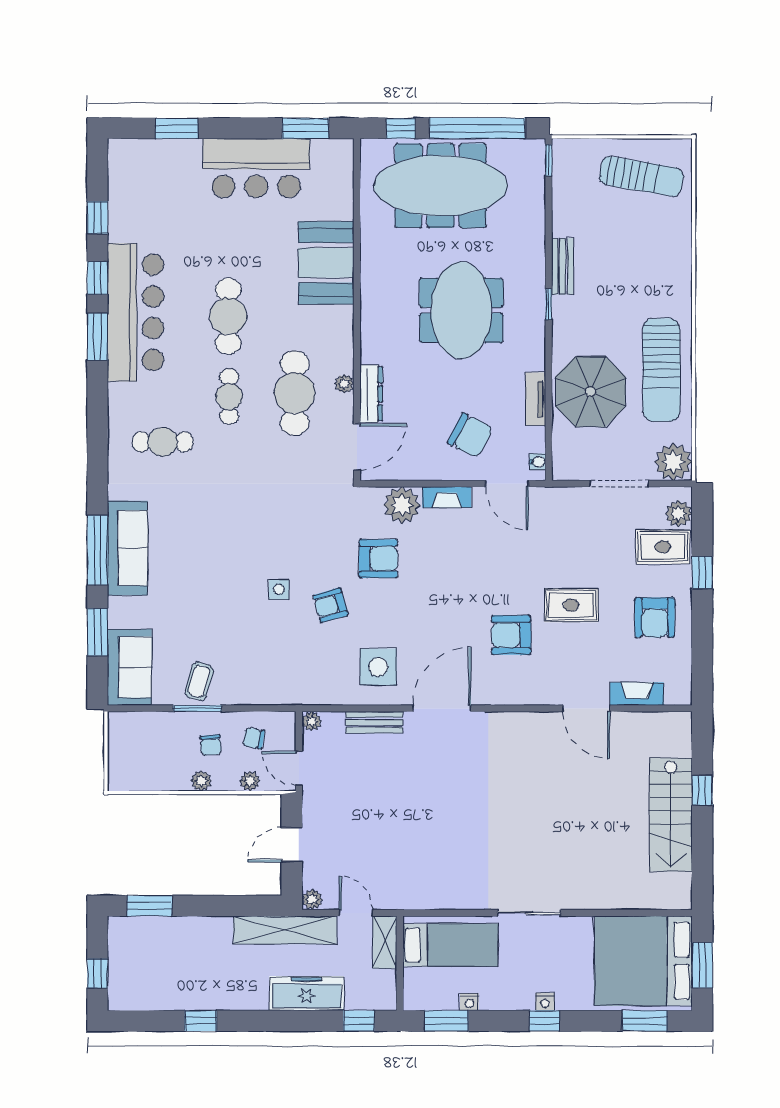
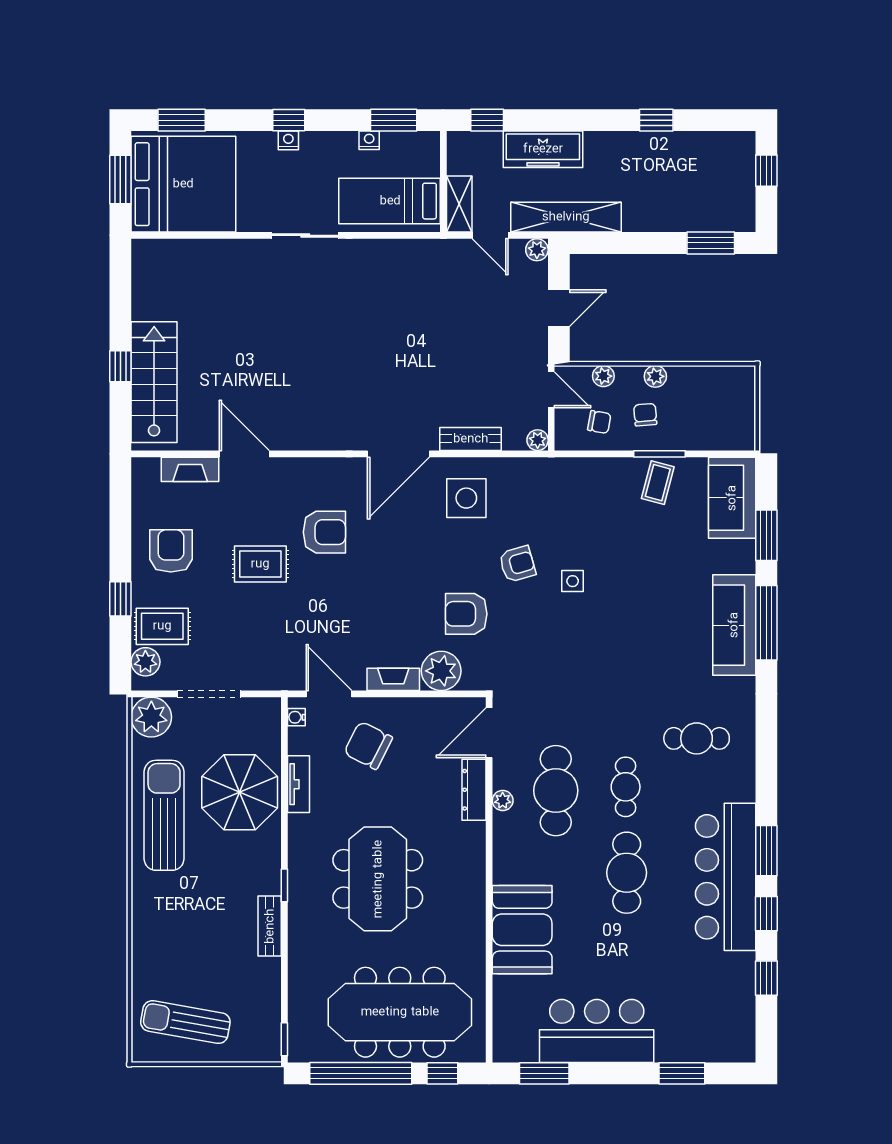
stairs: (671, 815) -> (154, 382), moved

